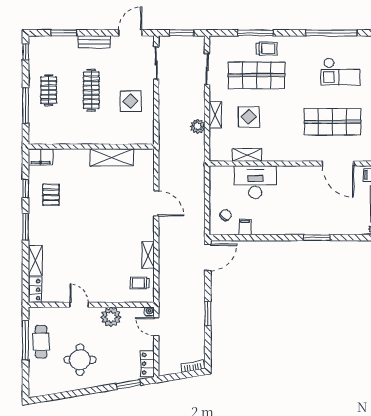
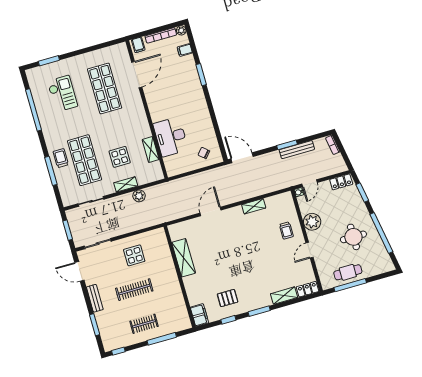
filing cabinet: (245, 227) -> (185, 50), moved
trolley: (140, 283) -> (286, 230), moved
bench: (199, 323) -> (297, 150), added
window: (75, 393) -> (381, 233), added

